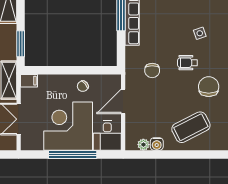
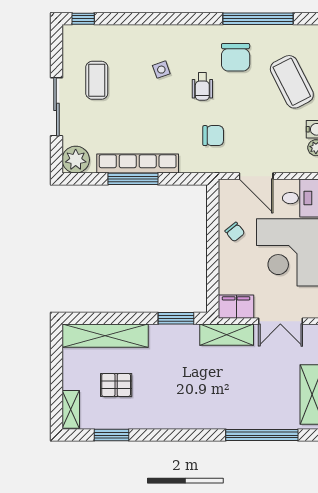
filing cabinet: (29, 81) -> (236, 307), width x2.00
chair: (209, 87) -> (236, 57), turned -90

